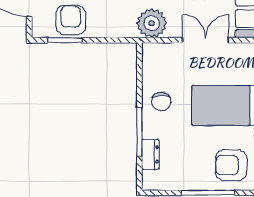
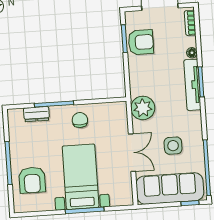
chair: (161, 101) -> (80, 120), turned 90
armchair: (231, 165) -> (32, 180), turned 180

